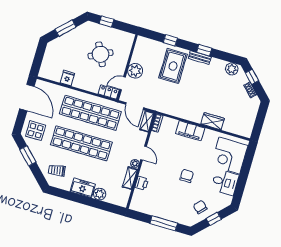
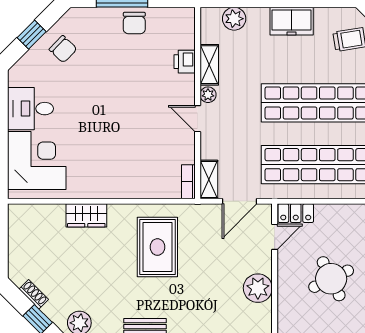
rug: (173, 66) -> (157, 247), moved
plant: (135, 71) -> (258, 288), moved
door: (135, 106) -> (240, 201), swing flipped
filing cabinet: (190, 131) -> (123, 185), removed
chair: (187, 176) -> (134, 23), moved
plant: (100, 194) -> (234, 19), moved

